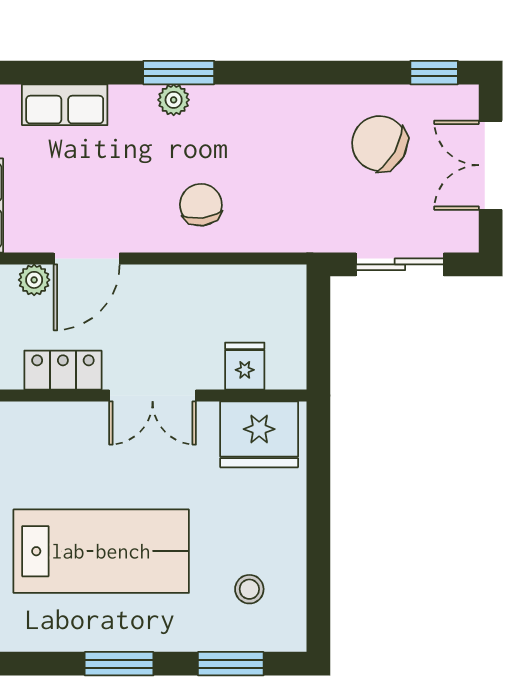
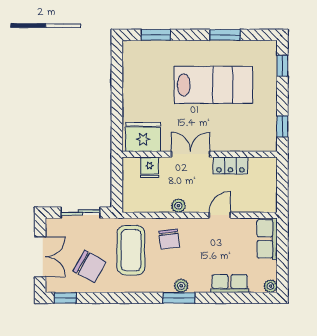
coffee table: (286, 180) -> (131, 250), added
door: (87, 258) -> (220, 215), width x0.73
plant: (34, 280) -> (178, 206), moved
lab bench: (101, 551) -> (213, 85), turned 180
stool: (249, 589) -> (147, 68), removed
window: (119, 664) -> (225, 35), moved

